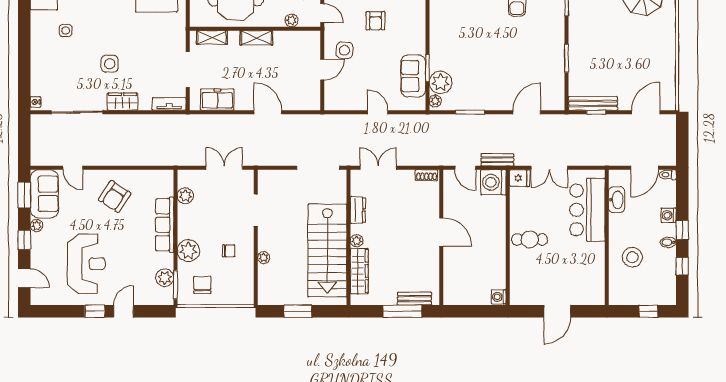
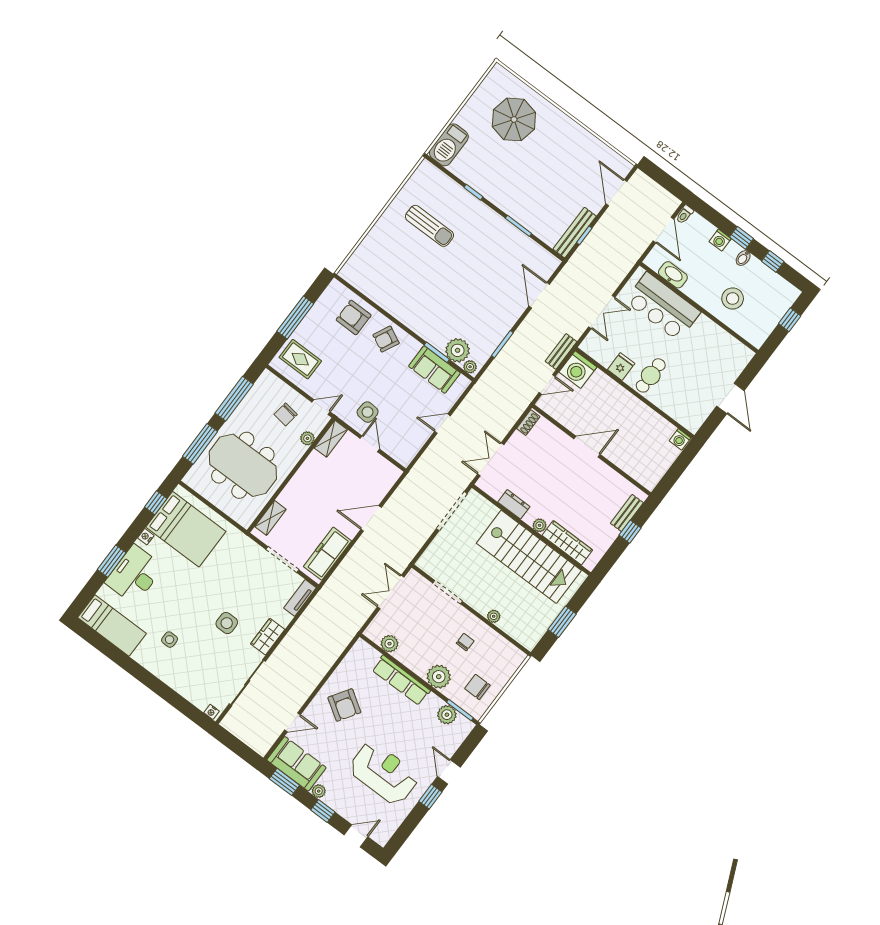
armchair: (375, 21) -> (386, 339), moved, turned 116
shelving: (256, 38) -> (331, 439), moved
freezer: (217, 100) -> (327, 554), width x1.40
fridge: (520, 178) -> (621, 367), moved
window: (402, 311) -> (630, 532), width x0.46

